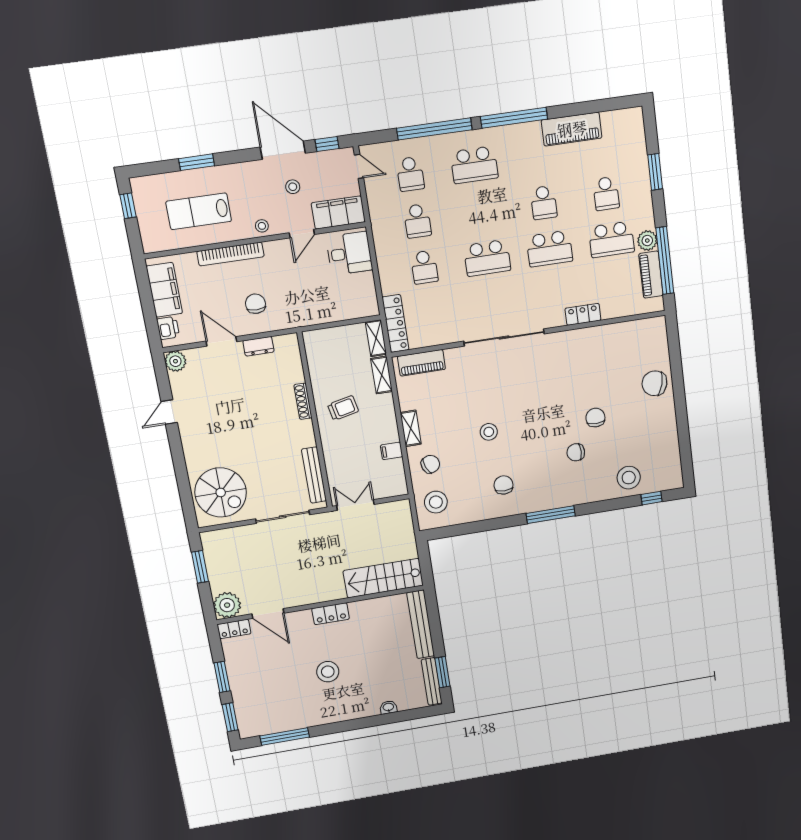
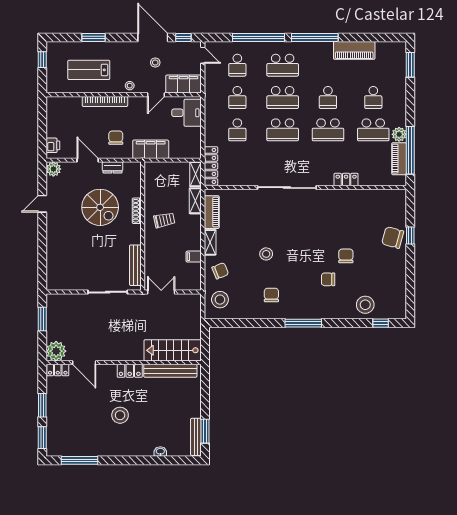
window: (655, 172) -> (410, 65), moved
school desk: (481, 212) -> (283, 98), added
filing cabinet: (164, 290) -> (151, 149), moved, turned -90
piano: (421, 363) -> (212, 212), moved, turned -90
window: (677, 377) -> (410, 236), added
spiral stairs: (221, 492) -> (100, 207), moved
bench: (421, 624) -> (170, 371), moved, turned 90

